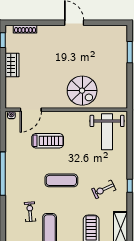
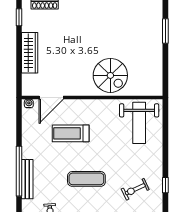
wardrobe: (12, 65) -> (30, 53), width x1.50
treadmill: (48, 141) -> (71, 133), turned 180
bench: (10, 181) -> (27, 179), added

